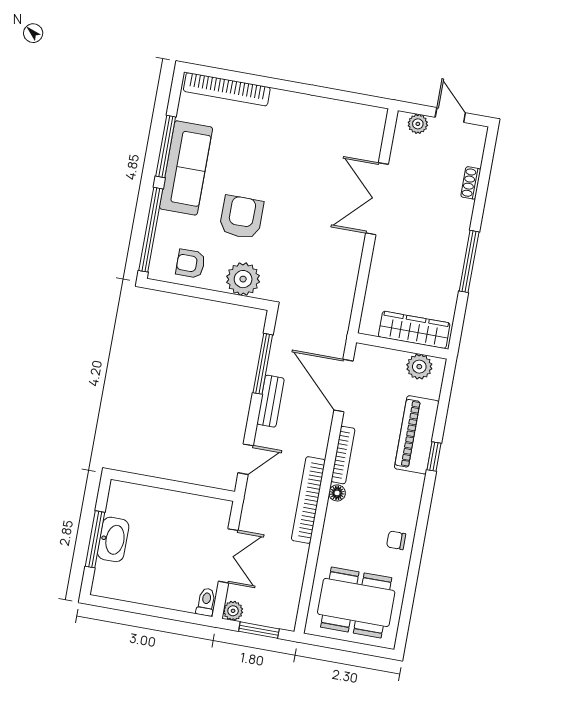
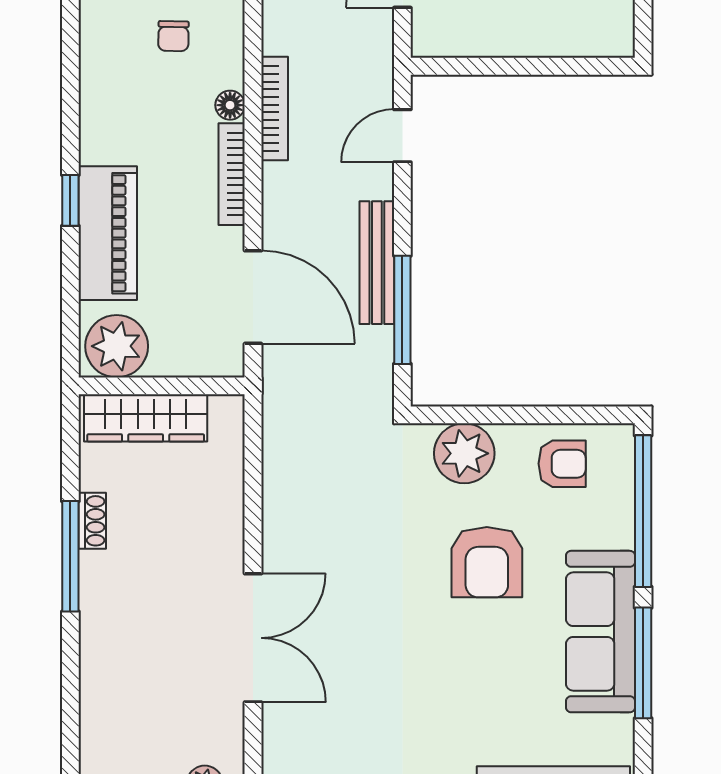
shoe rack: (471, 183) -> (92, 521), moved
plant: (419, 367) -> (117, 346), width x1.36, depth x1.36
bench: (271, 401) -> (377, 263), width x1.36
bookcase: (308, 500) -> (275, 109), width x0.68, depth x0.76
chair: (396, 540) -> (173, 36), moved, turned 91

